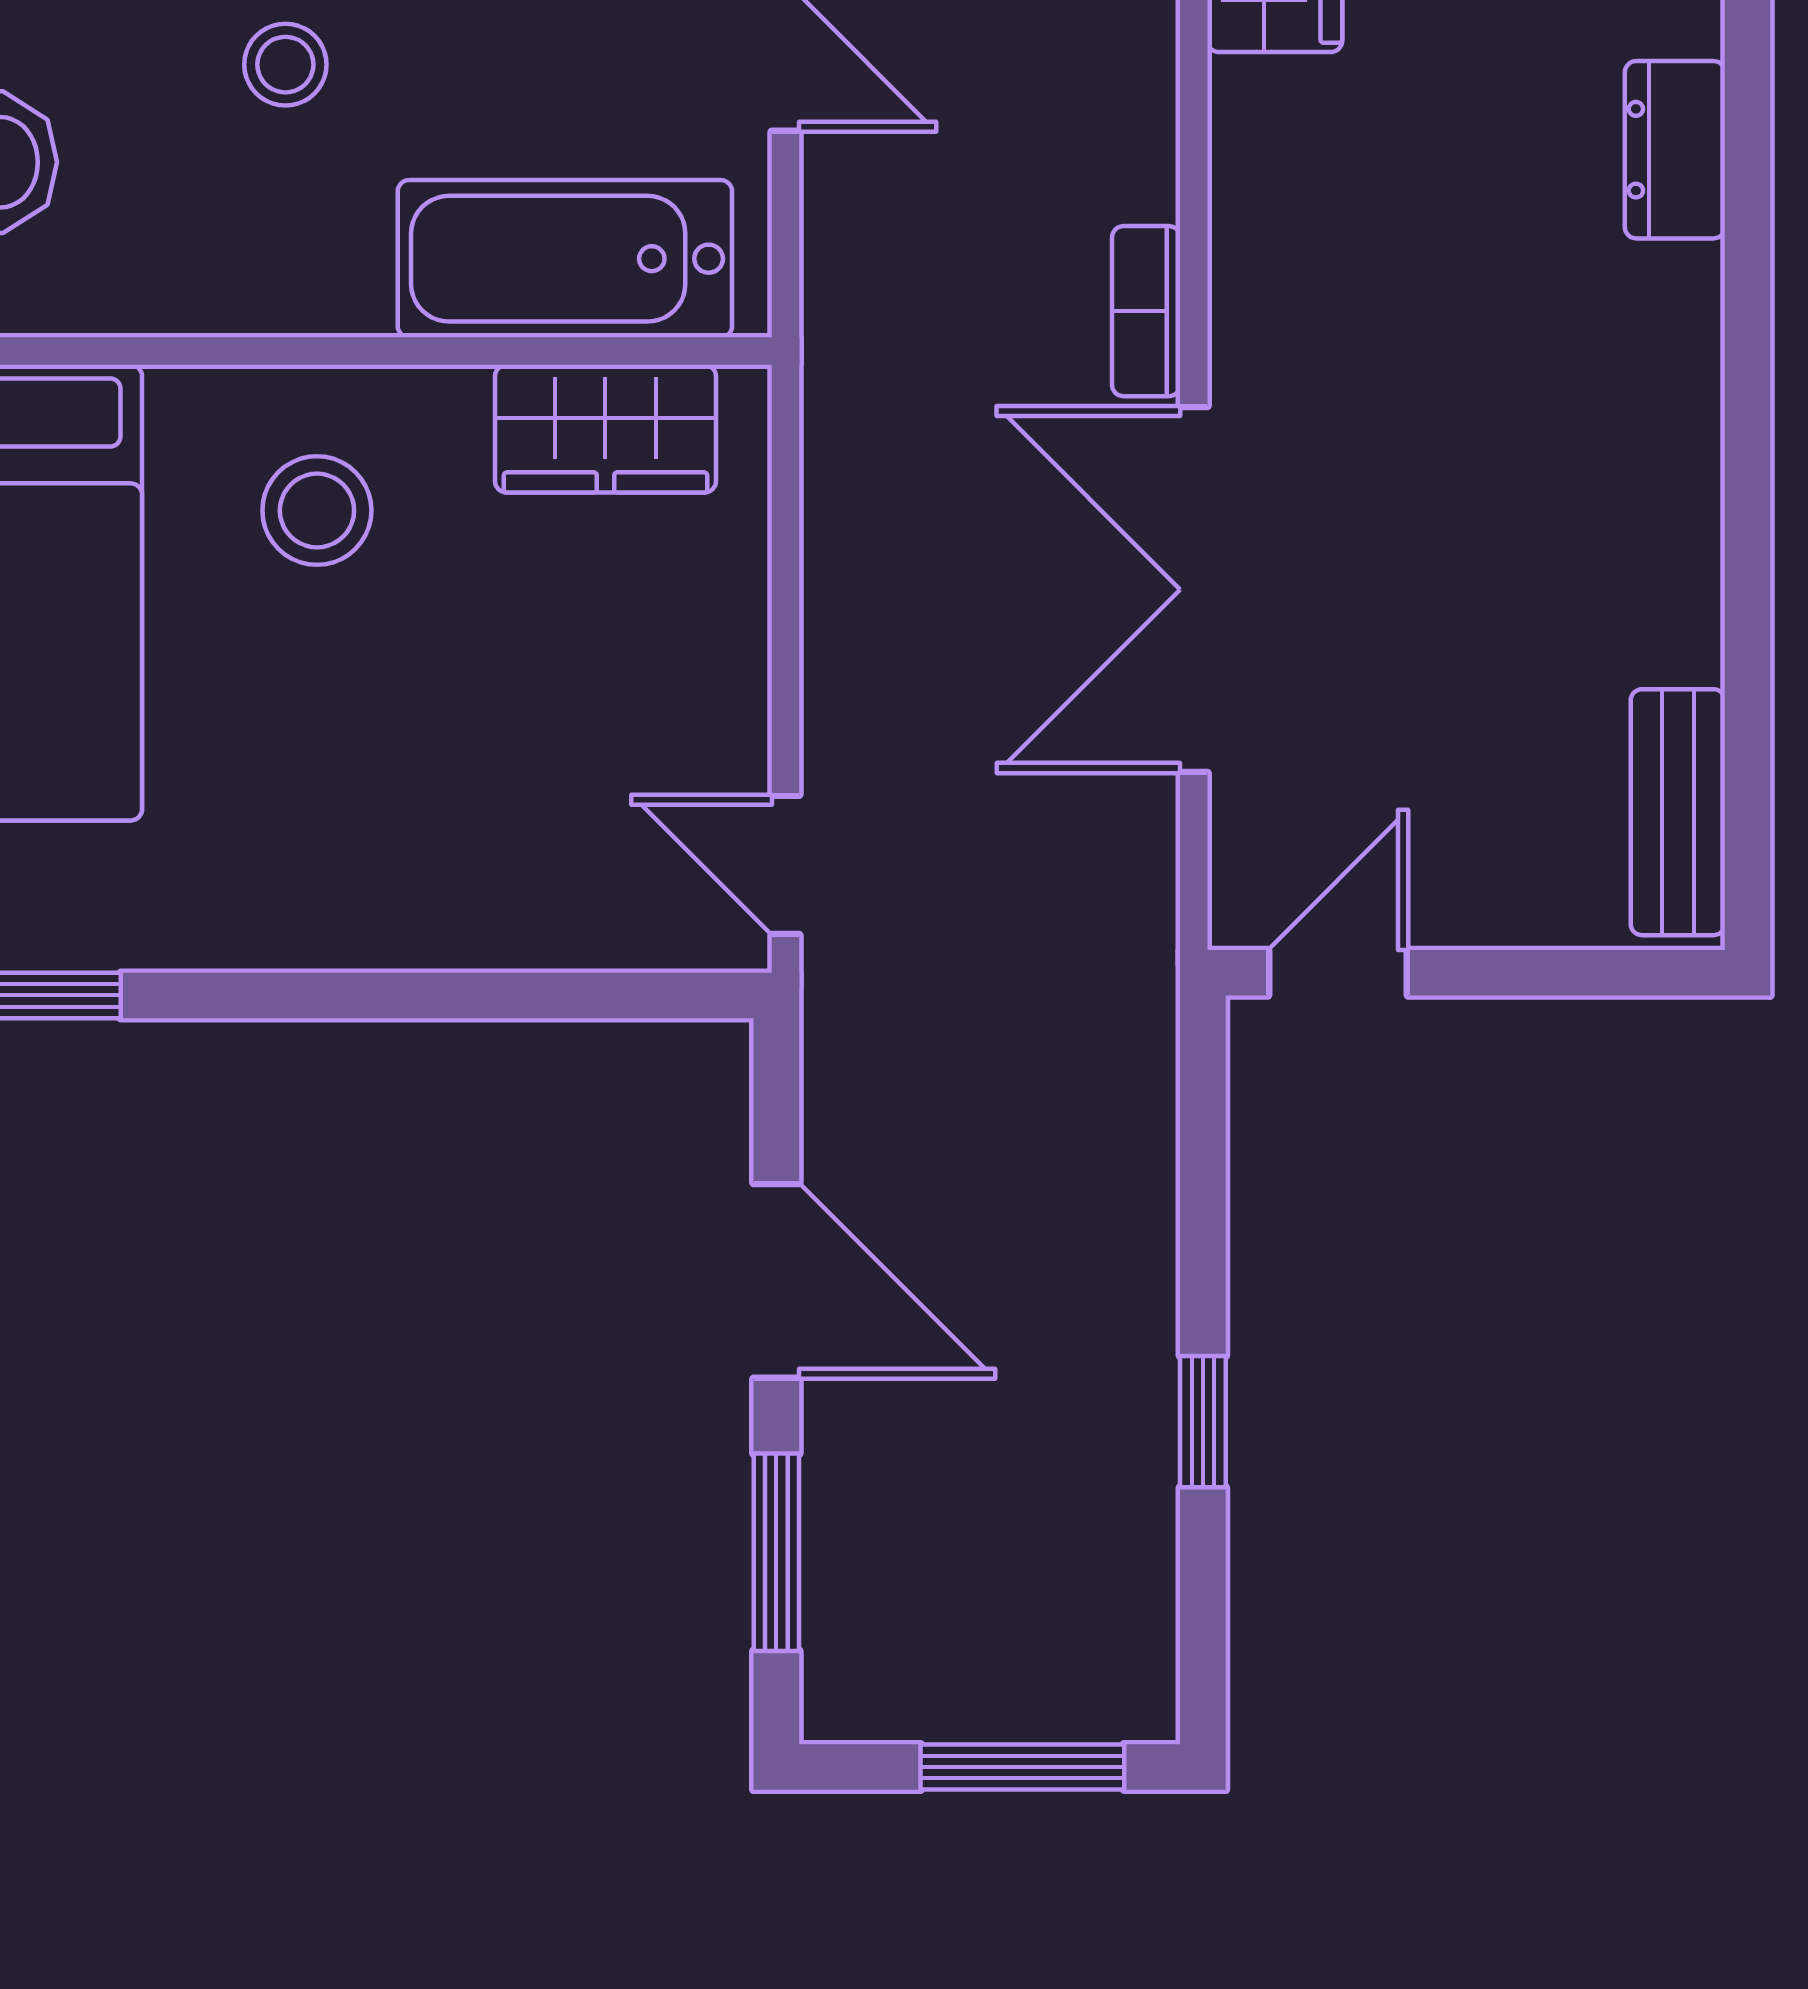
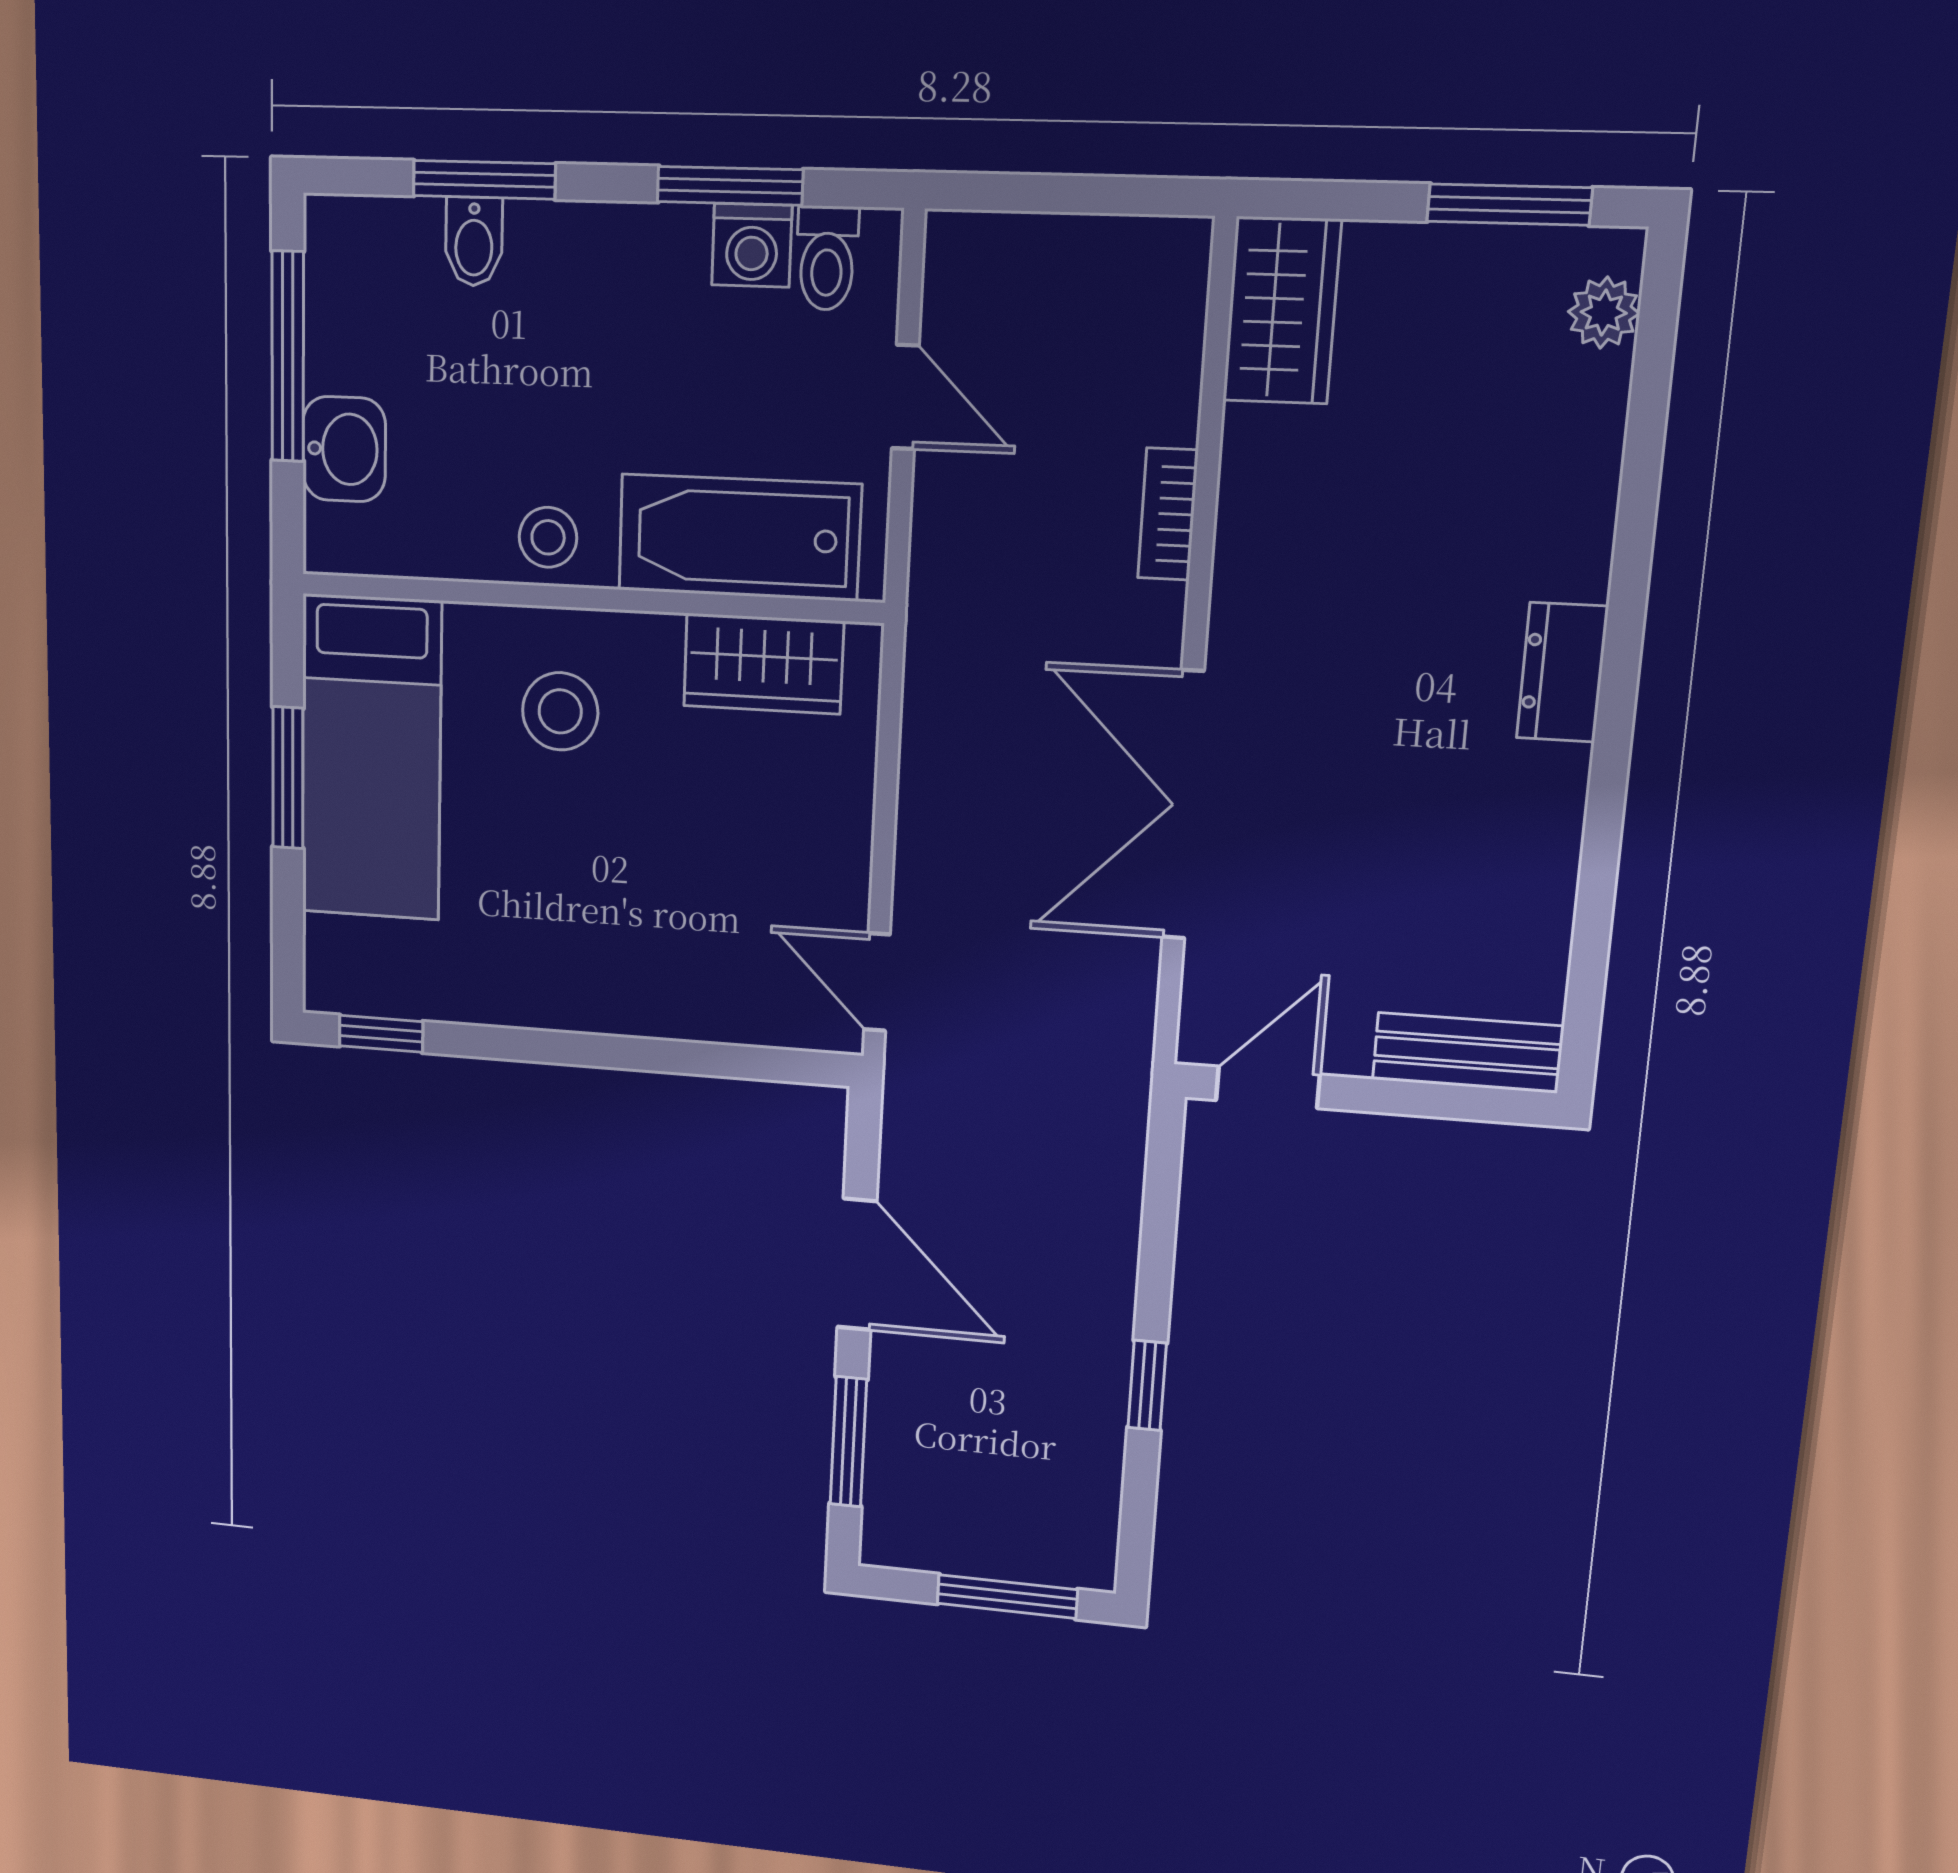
stool: (285, 65) -> (548, 537), moved
dresser: (1675, 150) -> (1562, 672), moved
bookcase: (1146, 311) -> (1168, 514), moved
bench: (1678, 812) -> (1468, 1053), moved, turned 90

